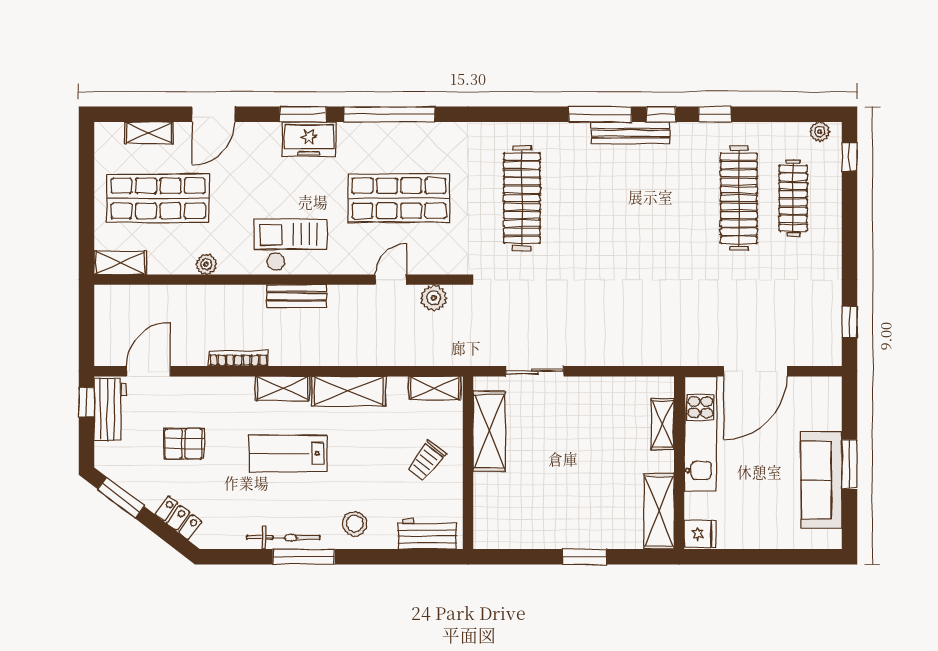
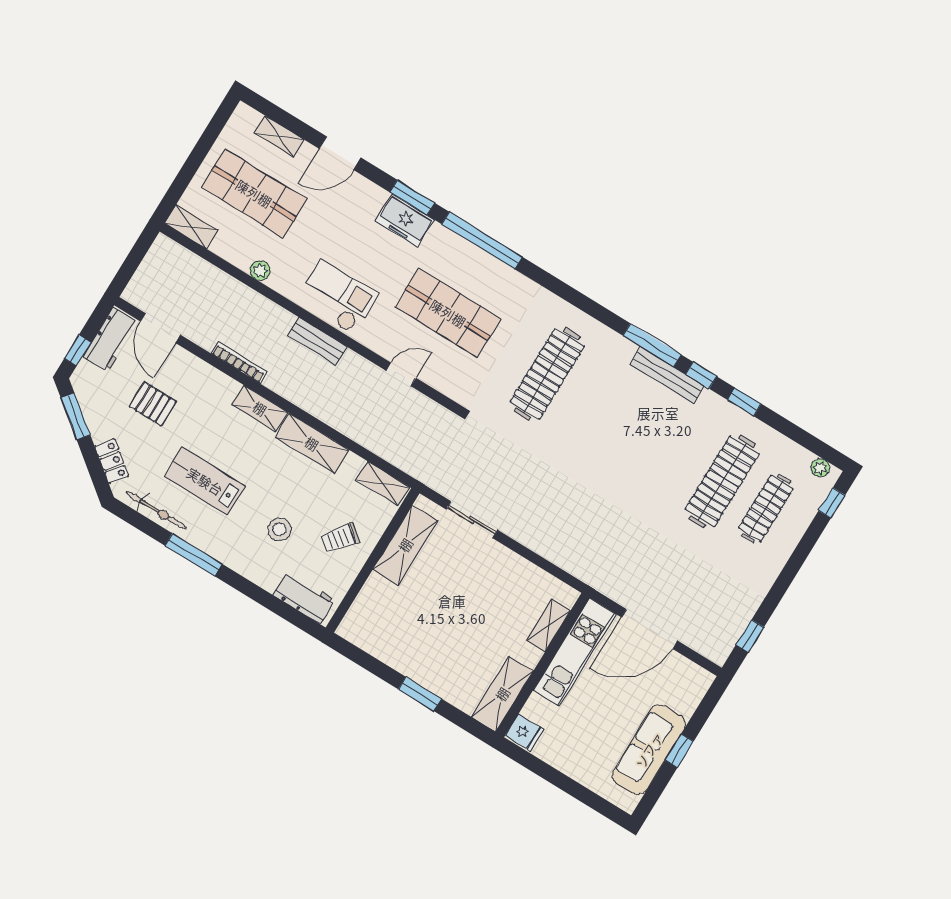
plant: (434, 298) -> (427, 410), removed
door: (148, 371) -> (160, 328), swing flipped
window: (87, 402) -> (78, 350), moved
lab bench: (288, 453) -> (205, 481), moved
window: (849, 464) -> (679, 751), width x0.67
stool: (355, 524) -> (279, 529), moved
bicycle: (283, 538) -> (156, 510), moved

